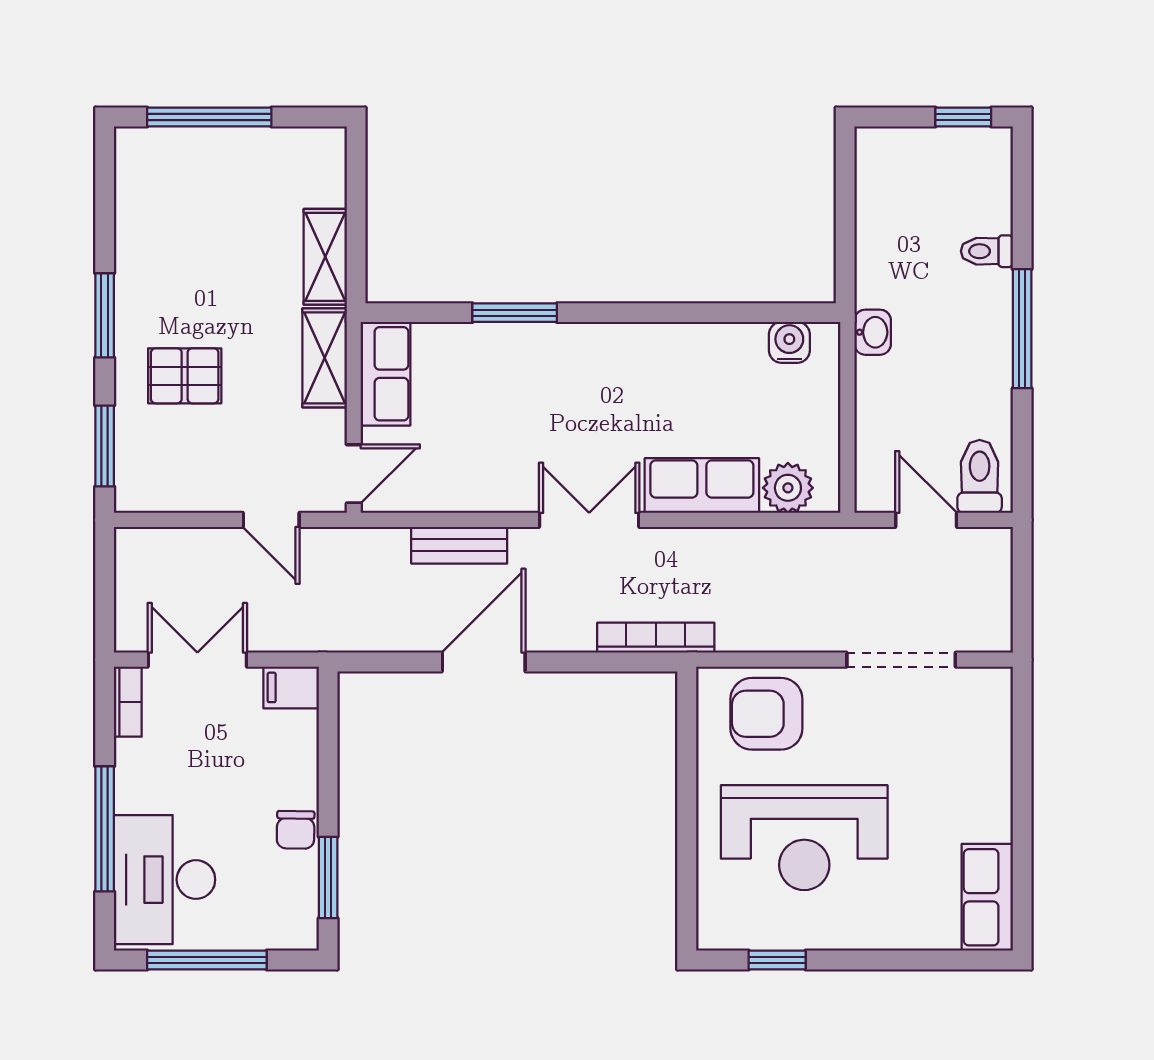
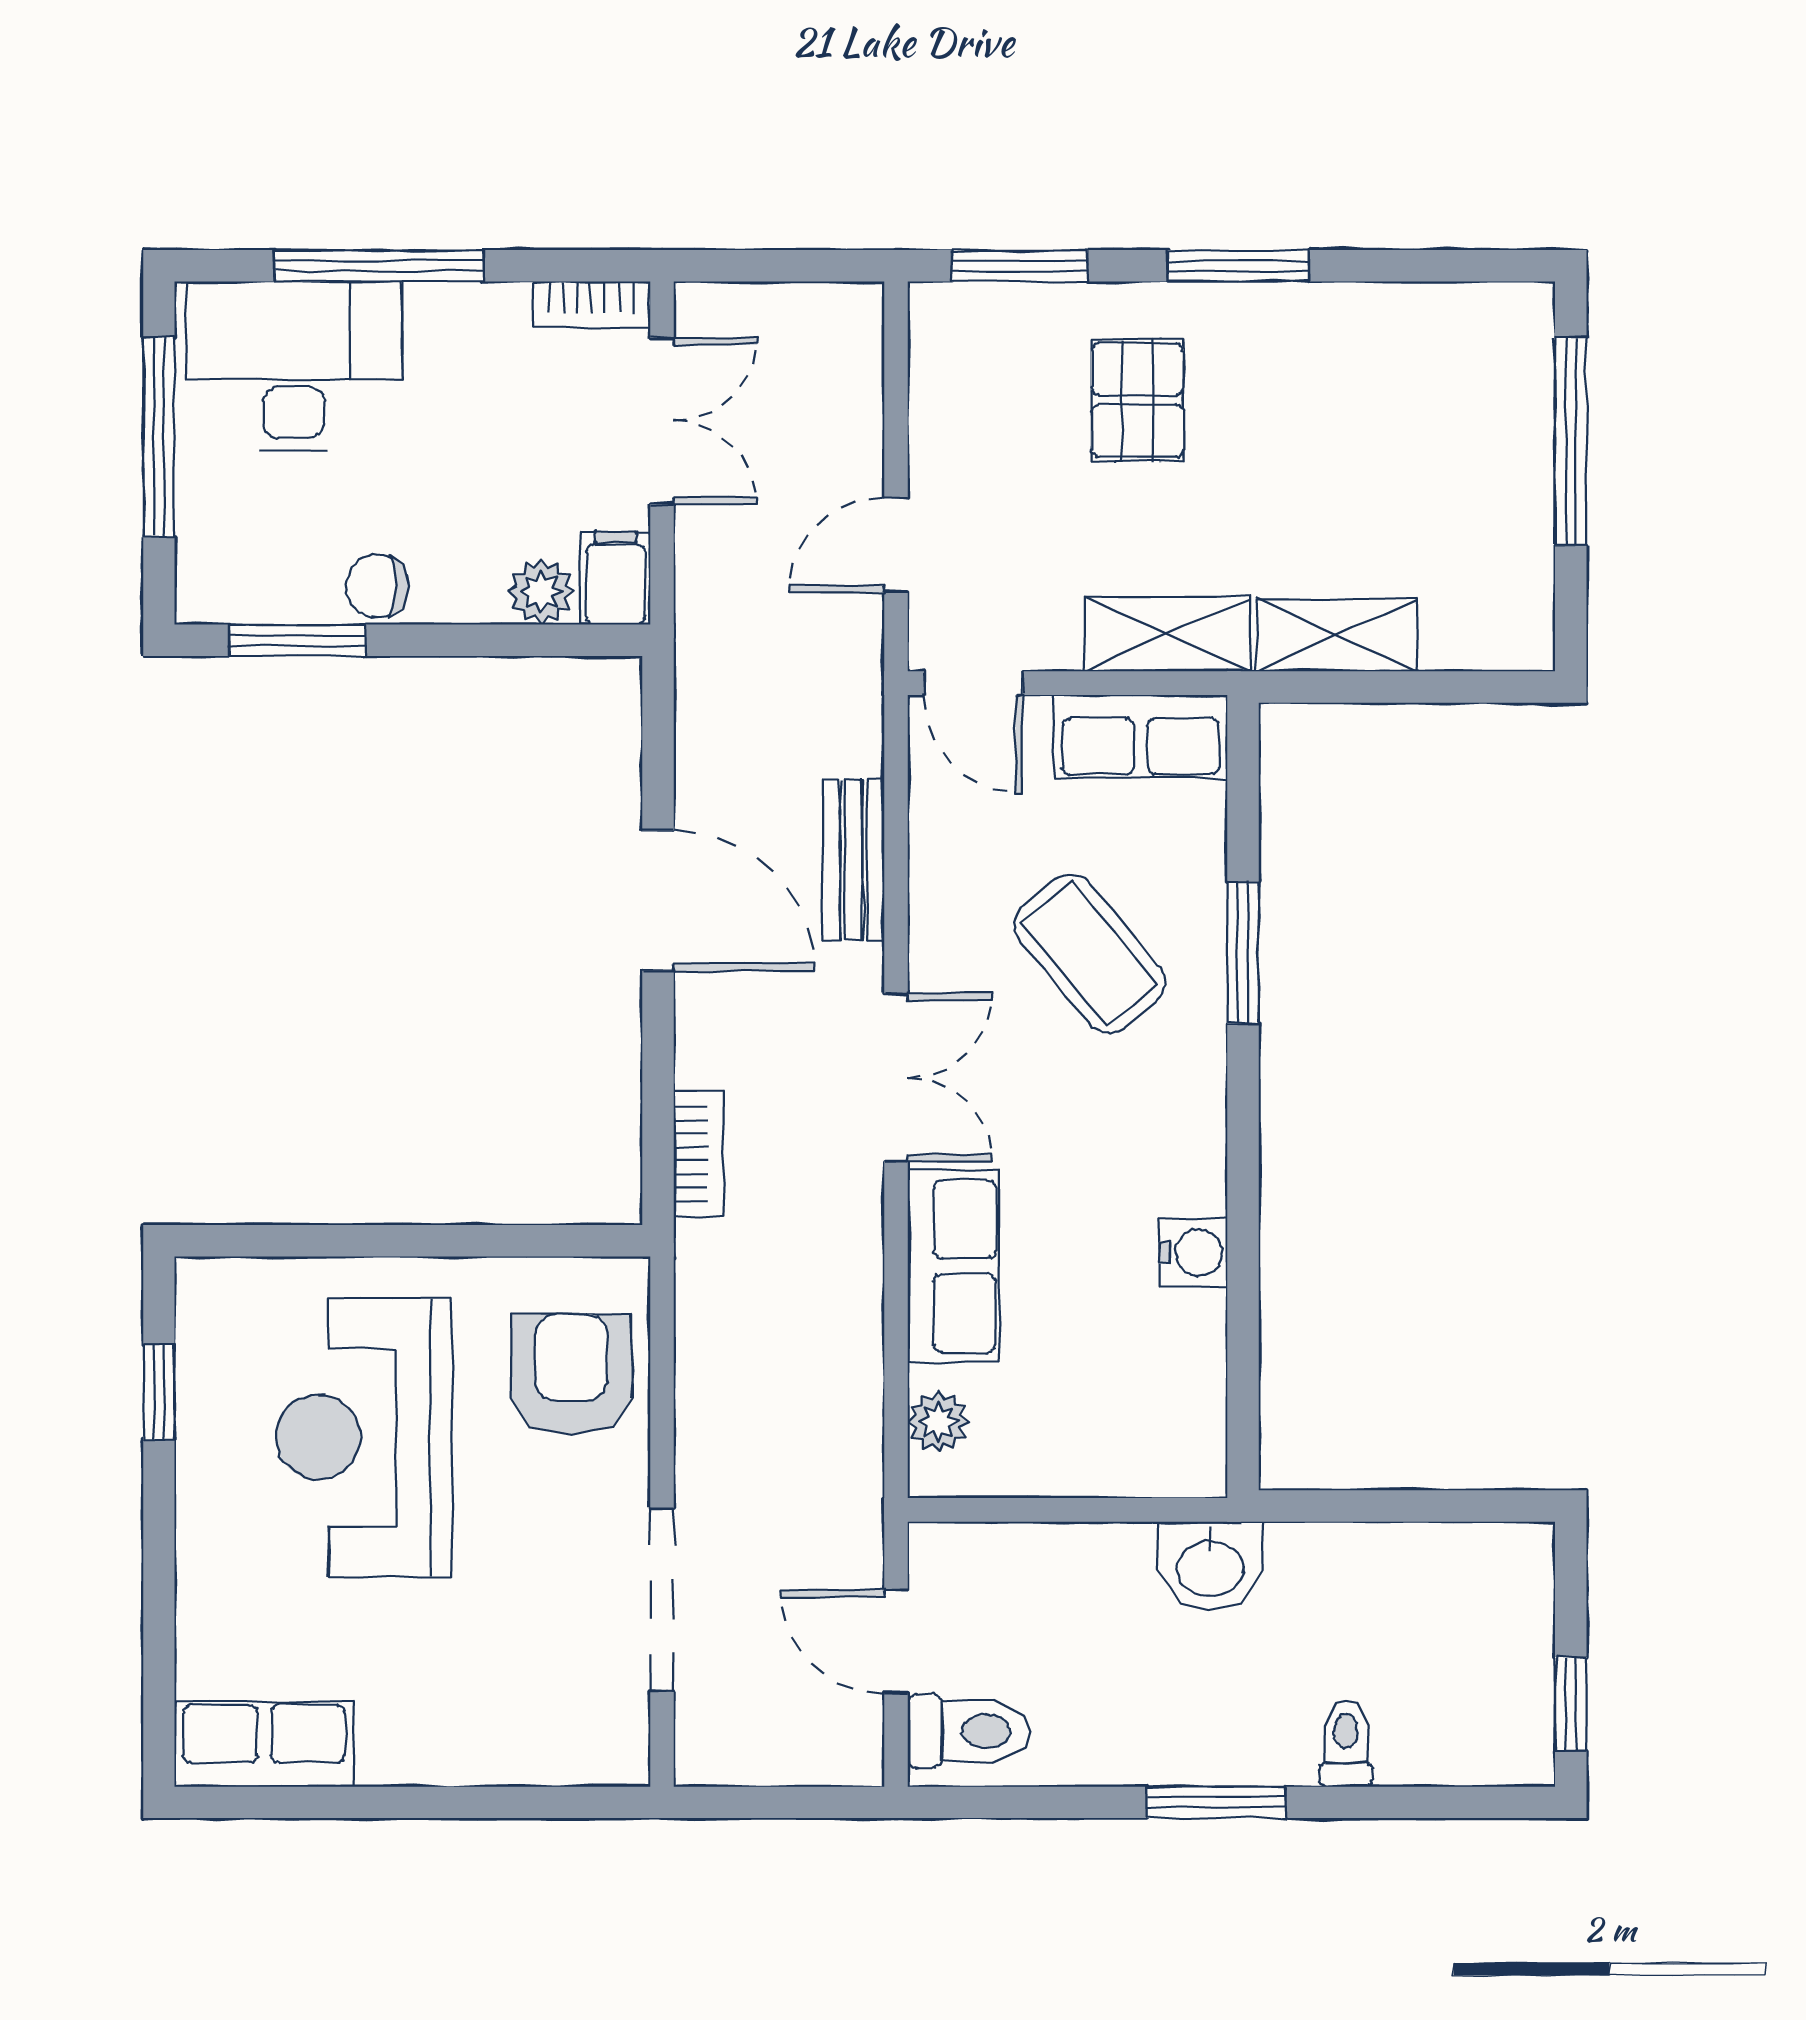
window: (1022, 329) -> (1216, 1802), width x0.69
washbasin: (873, 332) -> (1210, 1566), width x1.38, depth x1.45
water cooler: (789, 342) -> (1193, 1253), moved
coffee table: (515, 404) -> (1089, 954), added
plant: (788, 488) -> (938, 1422), width x0.73, depth x0.73
door: (926, 520) -> (896, 1642), swing flipped
bookcase: (656, 638) -> (699, 1154), width x0.64
plant: (299, 732) -> (541, 592), added

